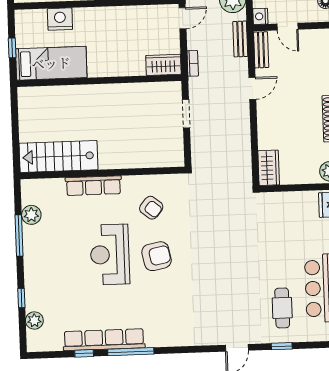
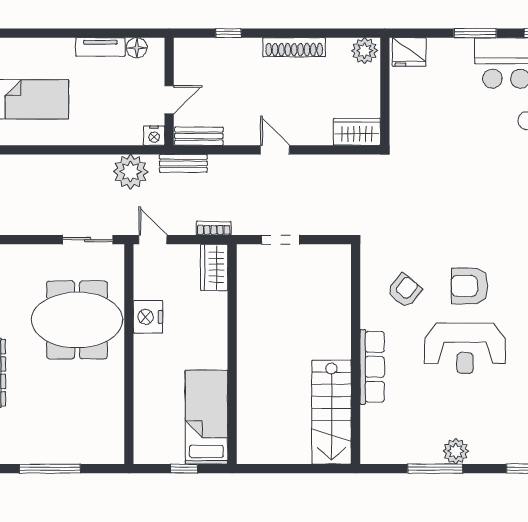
nightstand: (60, 19) -> (148, 317), moved
door: (252, 88) -> (275, 150), moved
plant: (31, 215) -> (456, 451), moved
armchair: (157, 256) -> (469, 286), turned -79

